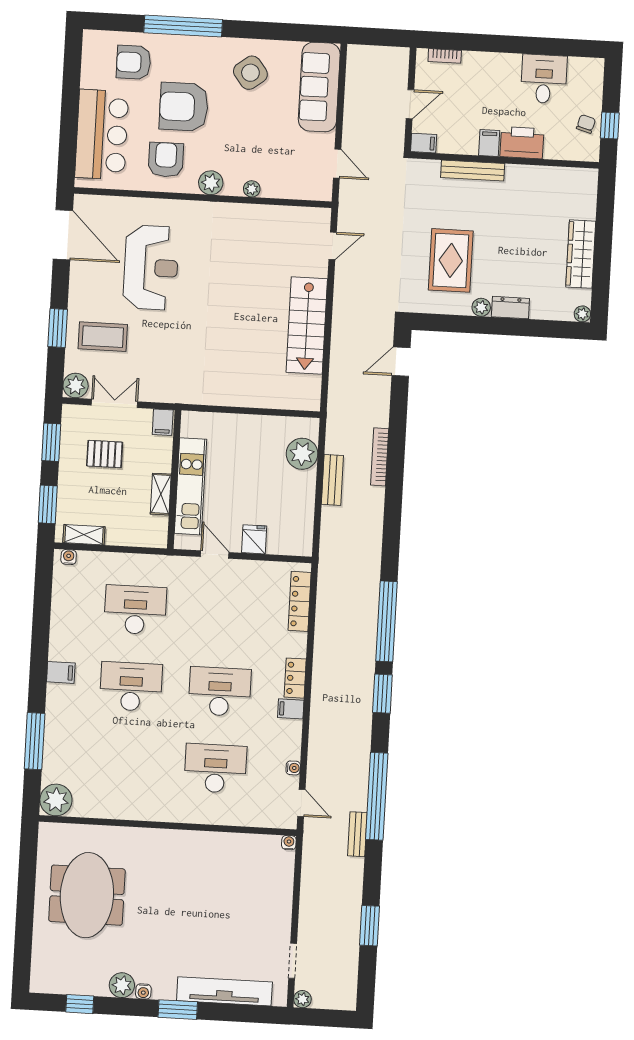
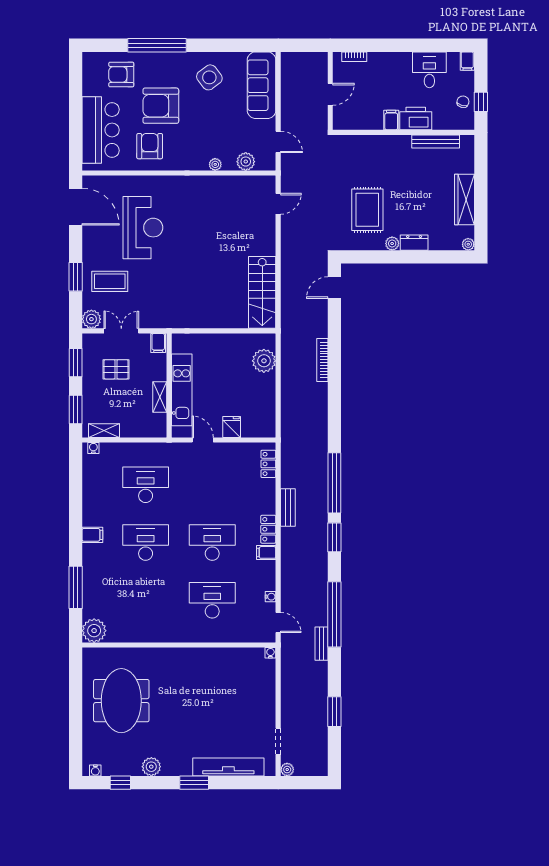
filing cabinet: (424, 143) -> (467, 61), moved, turned 90
bench: (473, 171) -> (436, 141), moved
plant: (211, 183) -> (246, 162), moved
stairs: (307, 326) -> (262, 292), moved
bench: (332, 480) -> (288, 508), moved
locker: (300, 601) -> (268, 464), width x0.66
water cooler: (143, 991) -> (95, 770), moved

